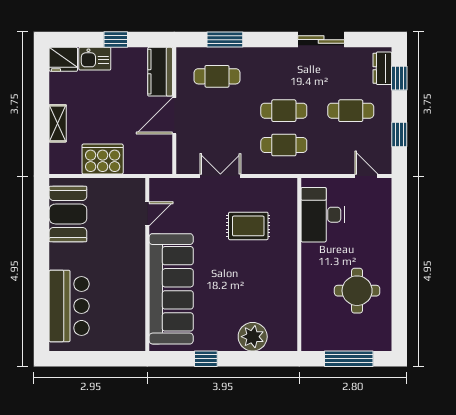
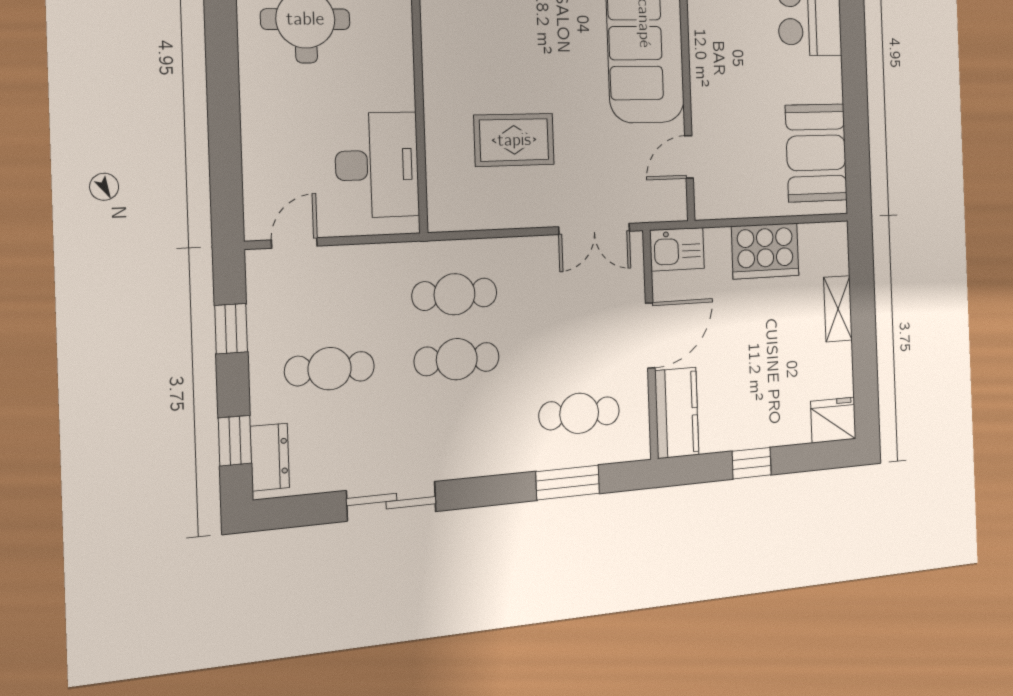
kitchen sink: (95, 59) -> (677, 249), moved, turned 180
double door: (220, 176) -> (594, 229), moved
door: (366, 176) -> (294, 243), swing flipped

